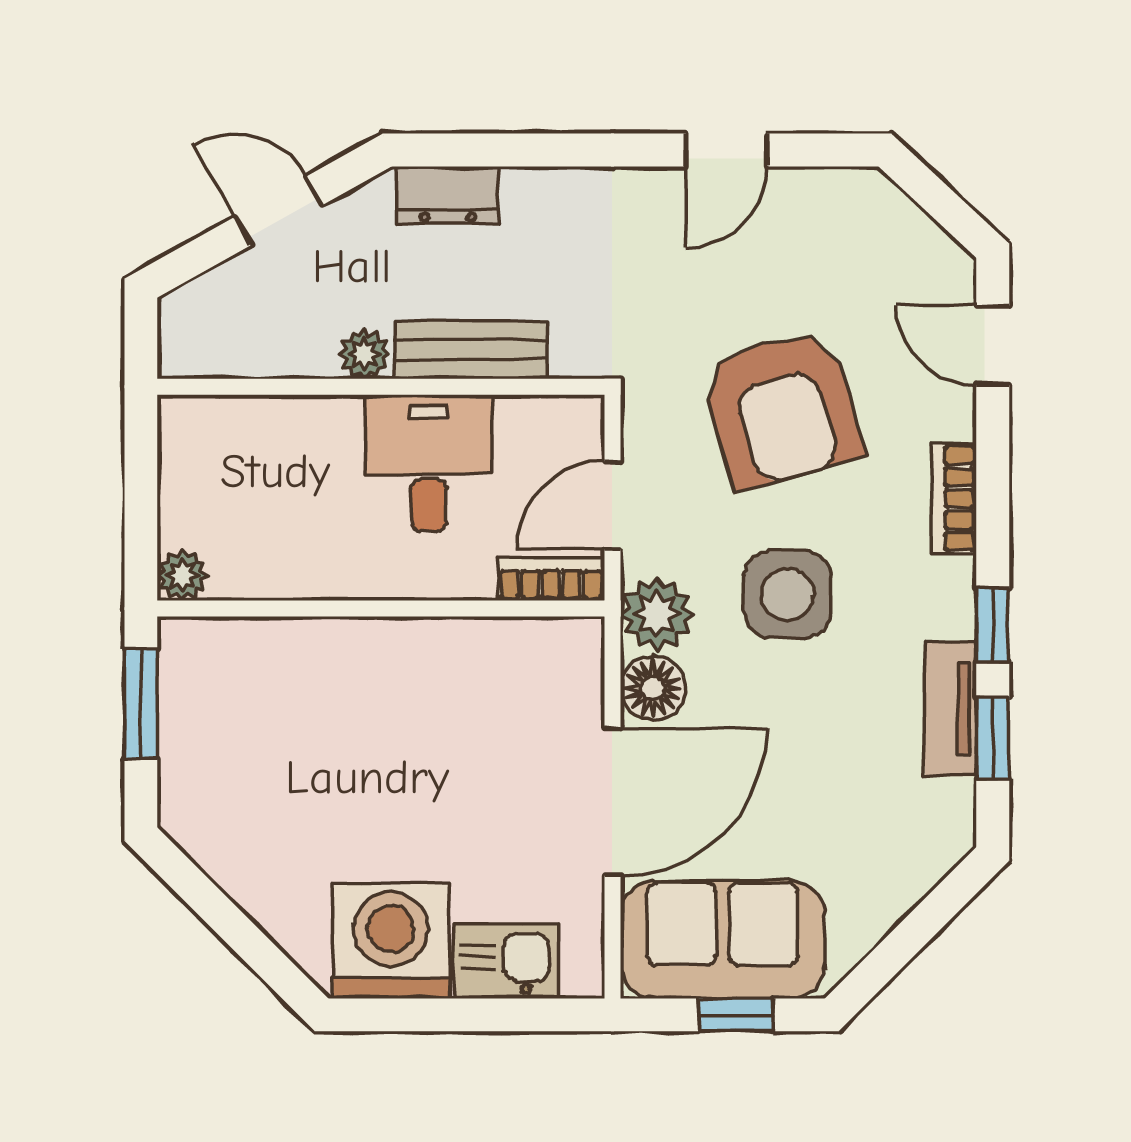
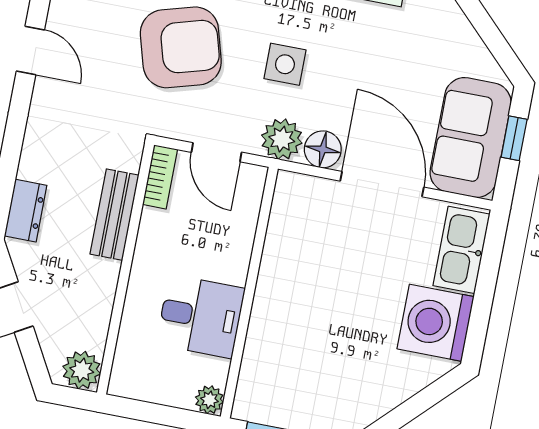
plant: (364, 354) -> (82, 370), moved, width x1.38, depth x1.38
desk: (429, 463) -> (201, 316), moved, turned 180
bookcase: (551, 579) -> (160, 177), moved, turned 180
side table: (787, 594) -> (285, 64), width x0.73, depth x0.73
kitchen sink: (506, 961) -> (461, 250), width x1.38

